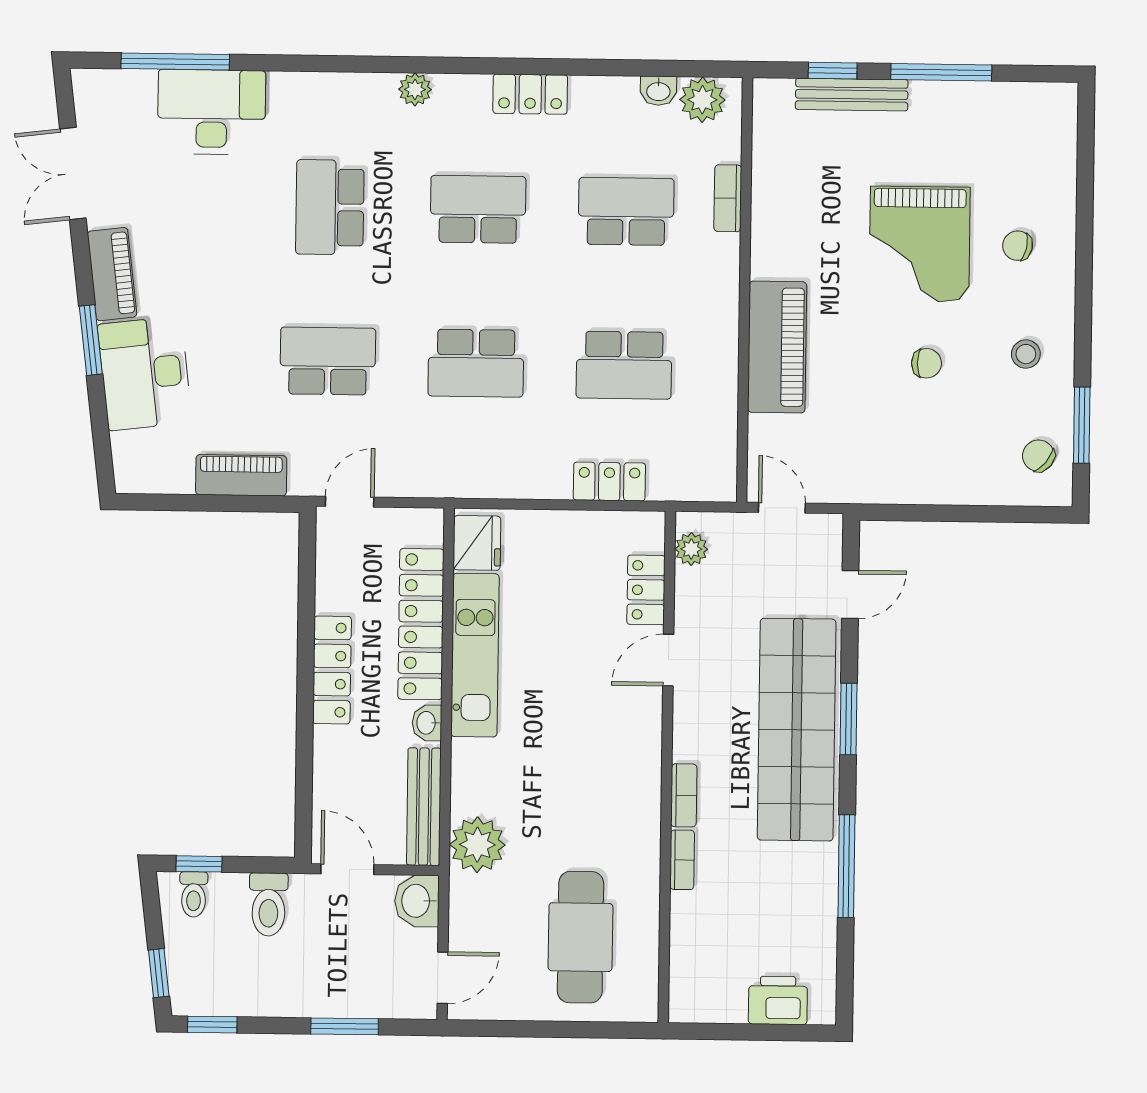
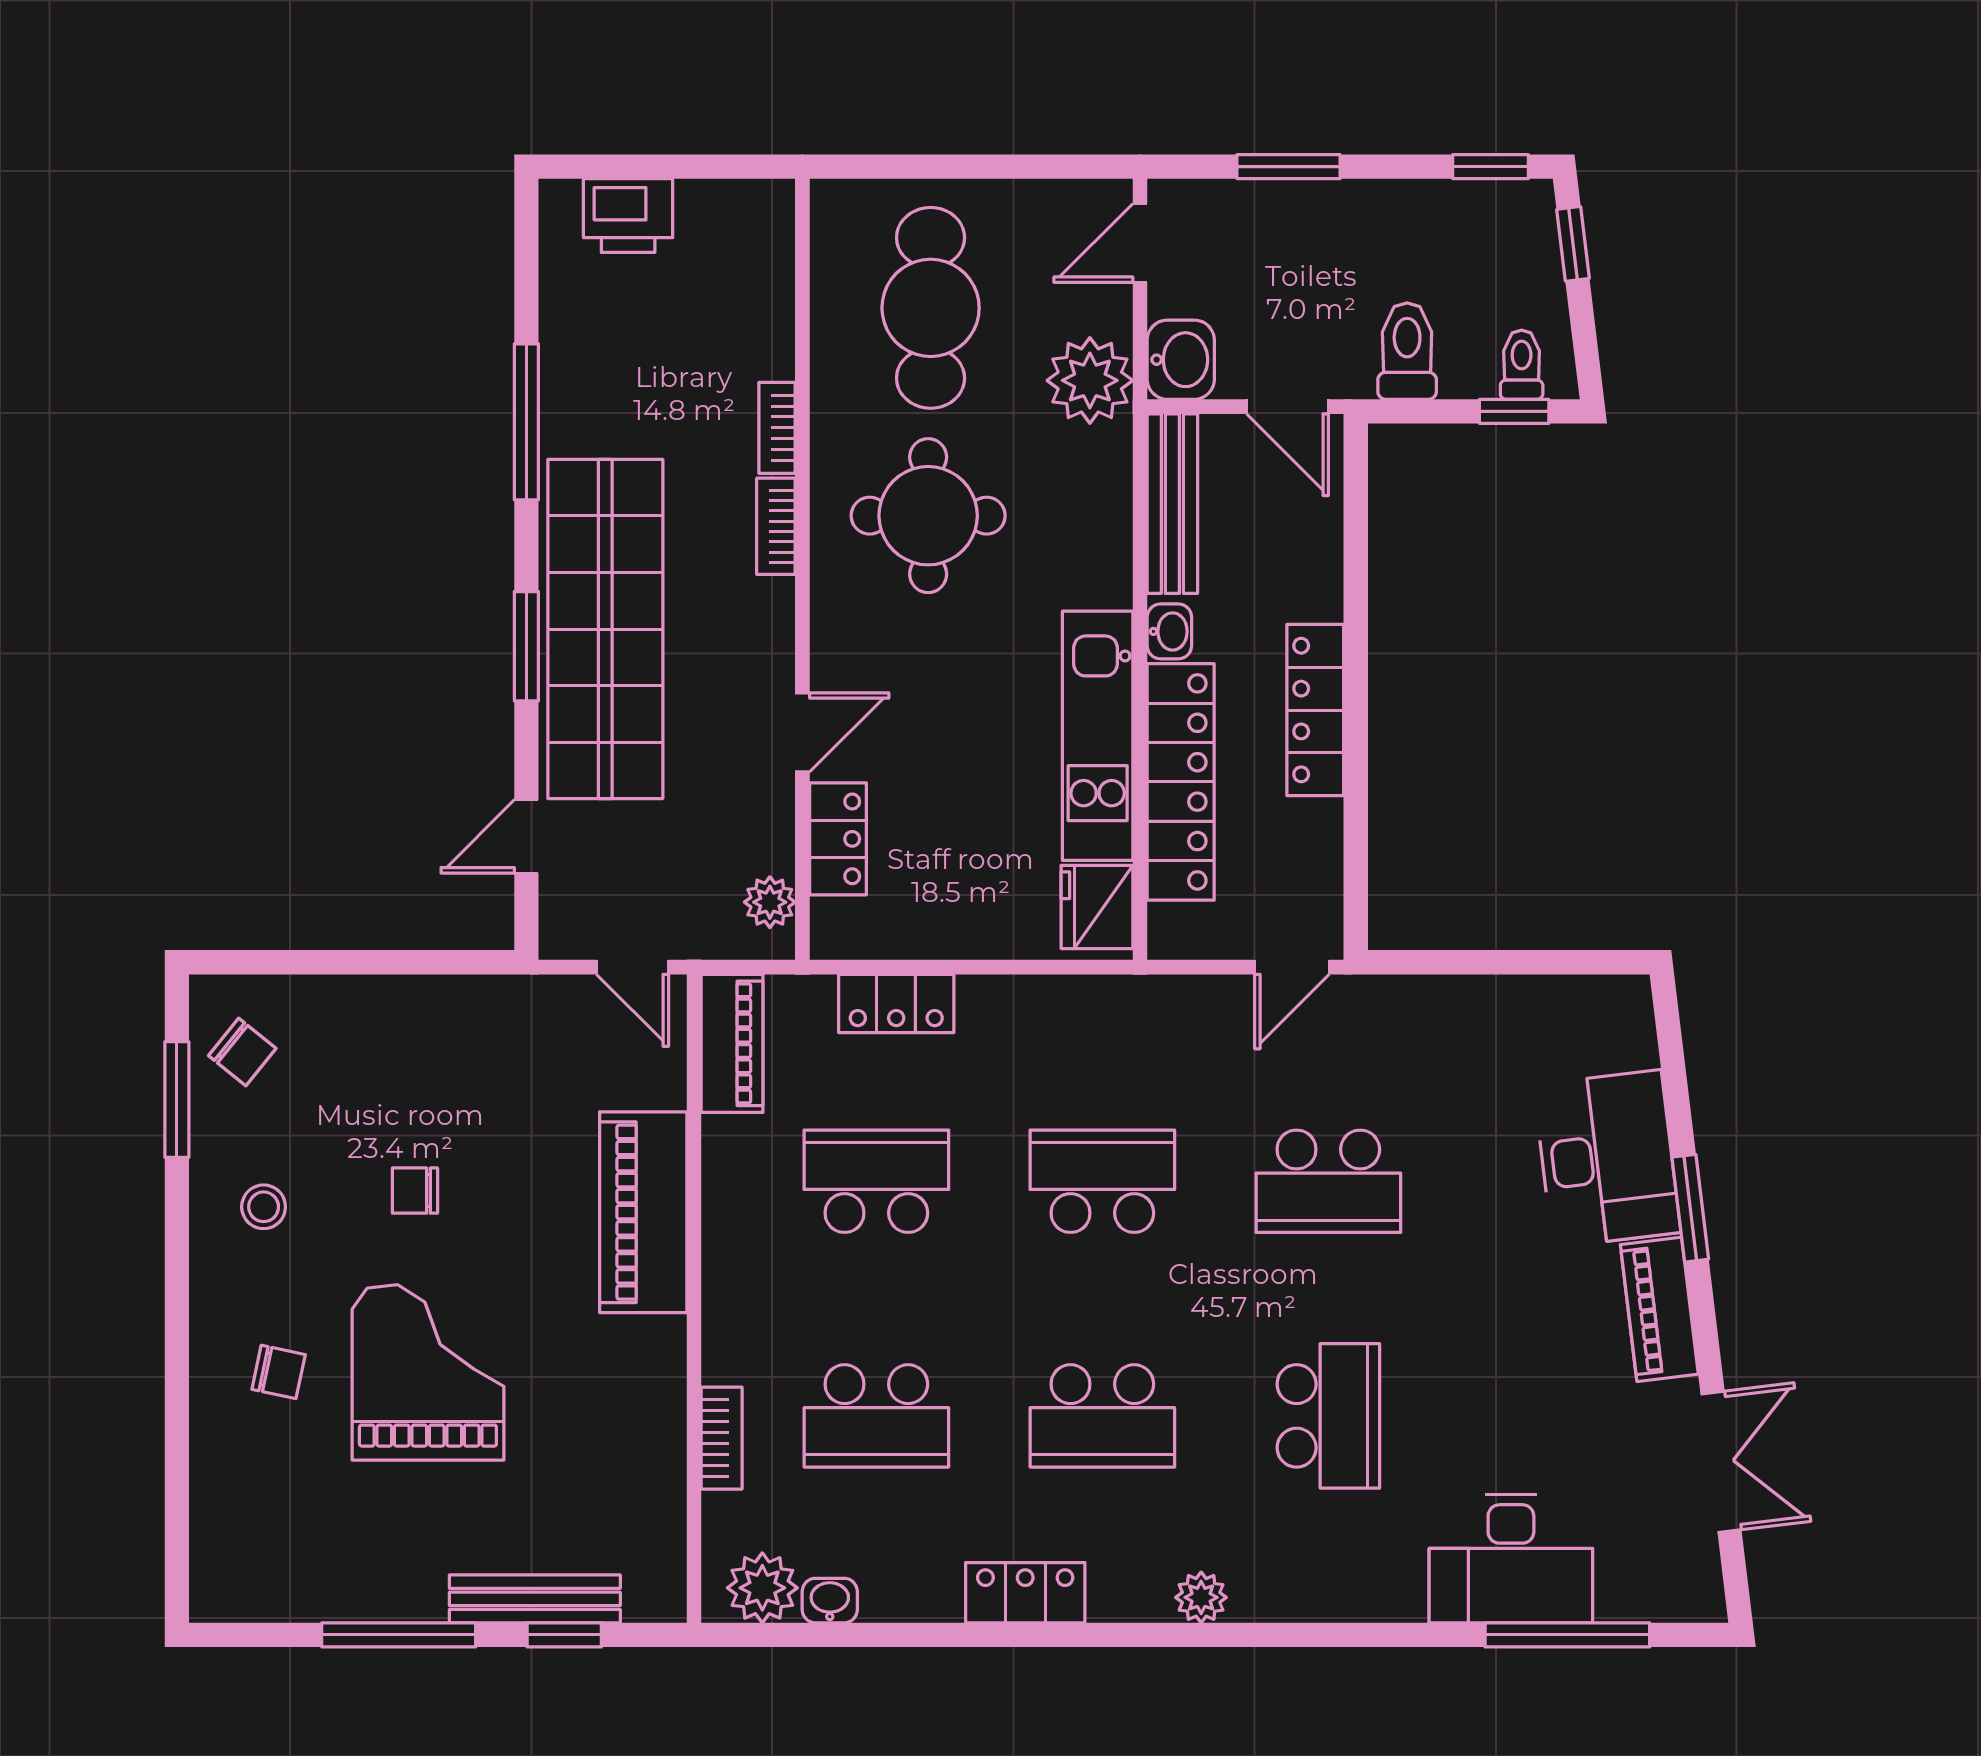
piano: (241, 475) -> (732, 1043), moved, turned -90
round table: (584, 801) -> (928, 516), added
plant: (477, 845) -> (1090, 380), moved

